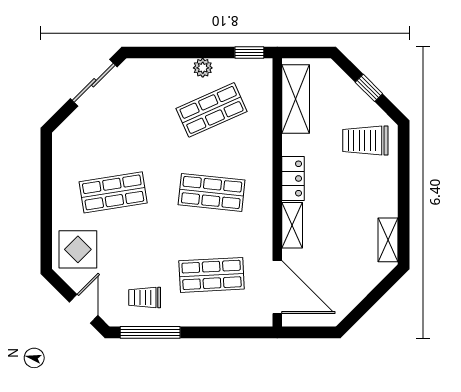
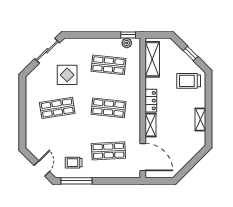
plant: (203, 68) -> (127, 43), moved
shop shelf: (212, 110) -> (108, 65), turned 30
shelving: (388, 240) -> (200, 119), moved
display table: (78, 249) -> (67, 75), moved

